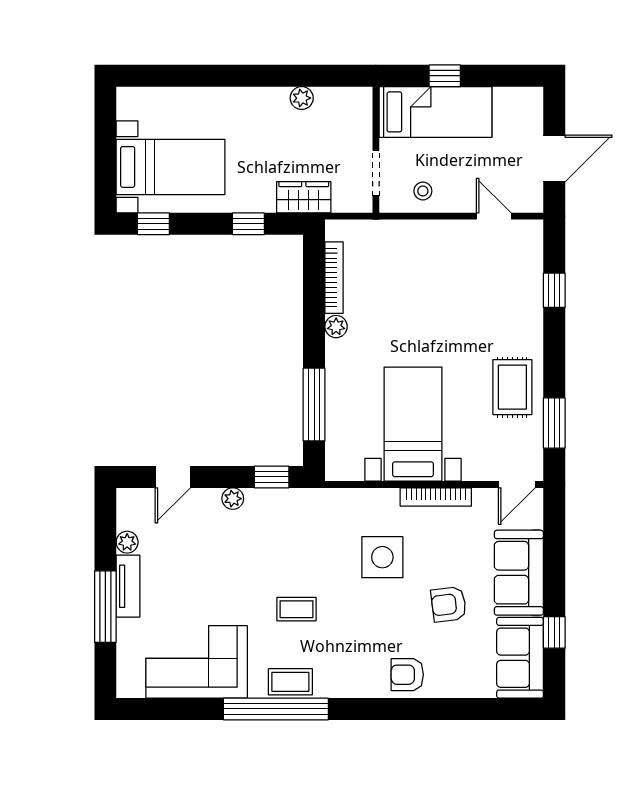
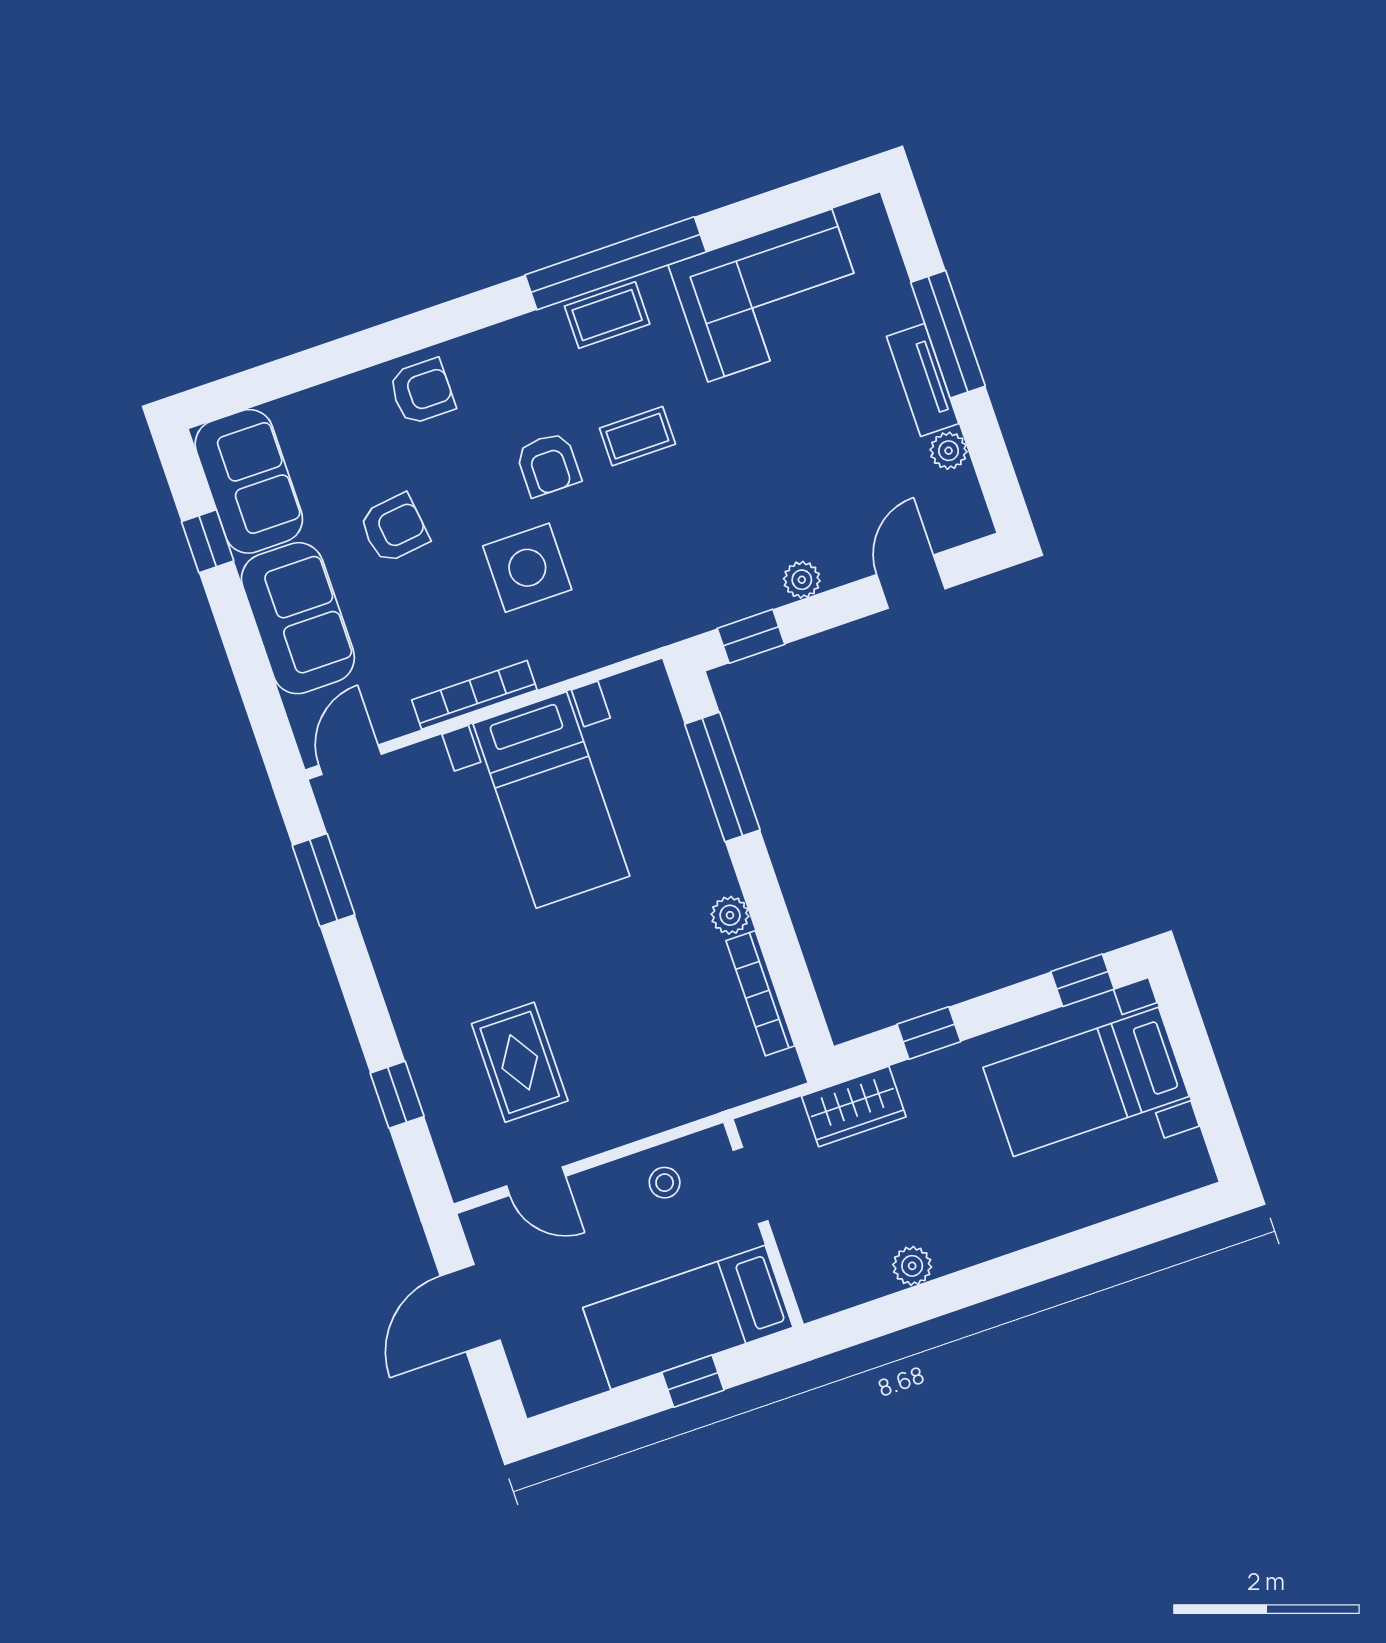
rug: (512, 387) -> (520, 1062), moved
armchair: (351, 610) -> (548, 464), added

